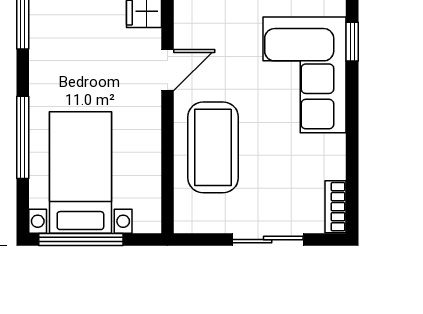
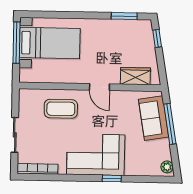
window: (23, 137) -> (68, 15), removed
coffee table: (213, 147) -> (61, 109), width x0.73, depth x0.76
bookcase: (336, 207) -> (38, 169), width x1.56

